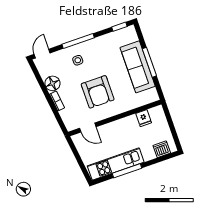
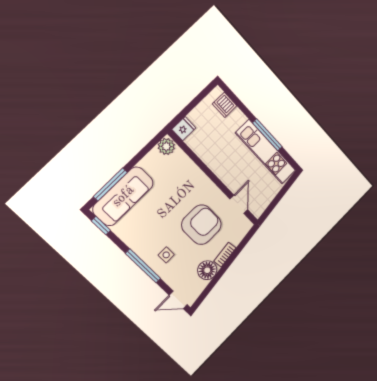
window: (149, 62) -> (110, 184), moved
sofa: (138, 67) -> (123, 196), moved
armchair: (98, 92) -> (201, 225), moved
plant: (152, 95) -> (166, 146), added
fridge: (144, 118) -> (184, 129), moved

